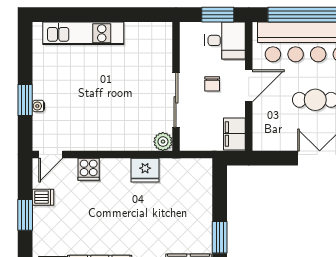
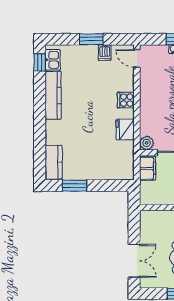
filing cabinet: (234, 134) -> (148, 168), moved, turned 90
cooker: (89, 169) -> (126, 100), moved

